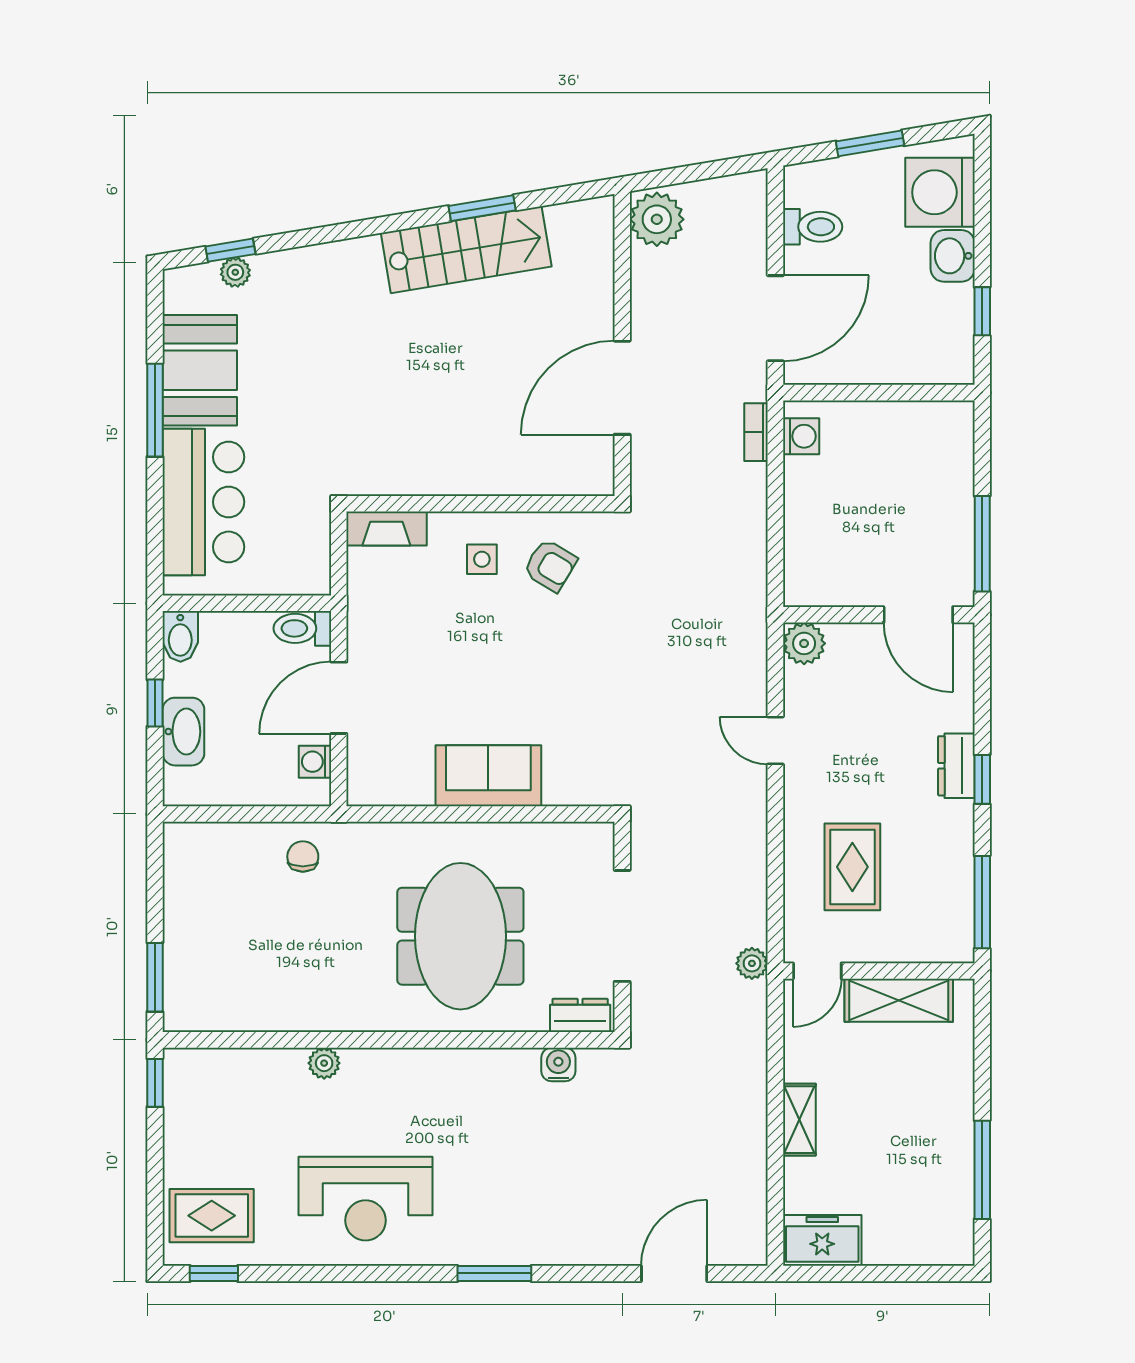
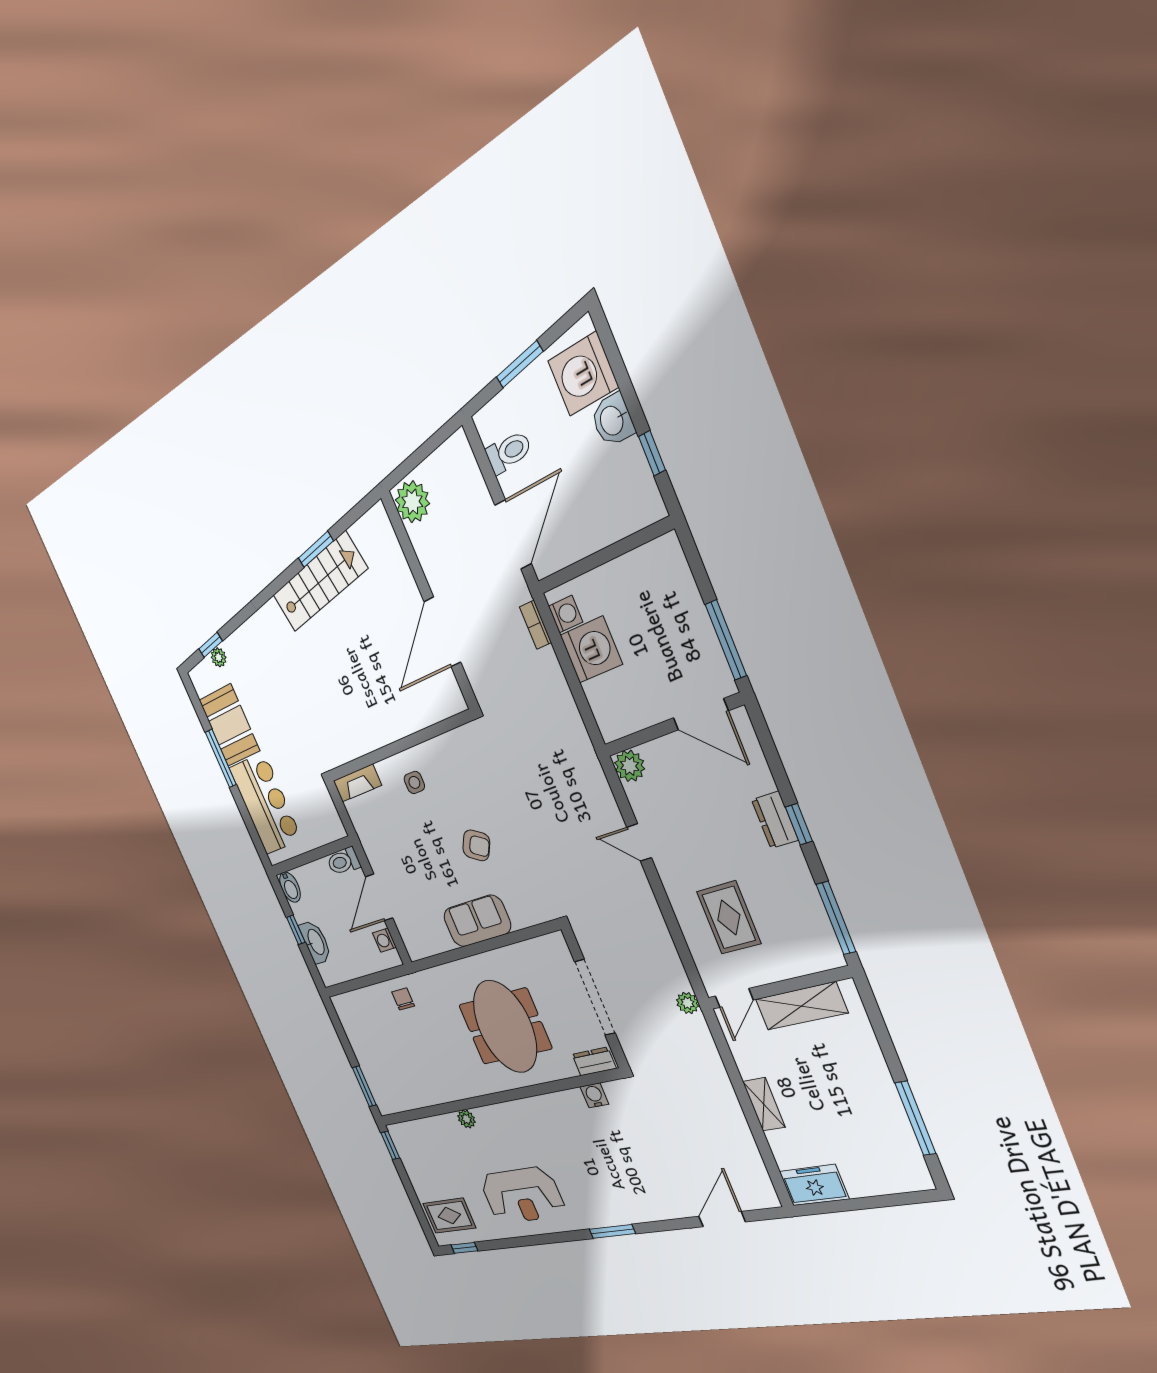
washing machine: (815, 490) -> (591, 650), added
armchair: (550, 565) -> (476, 845), moved

